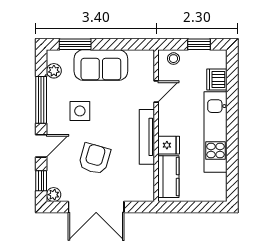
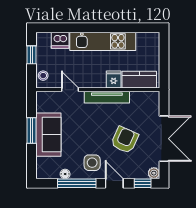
window: (75, 44) -> (32, 131), moved
plant: (54, 71) -> (53, 173), removed
floor lamp: (52, 86) -> (65, 174), added
side table: (80, 111) -> (92, 163), moved
armchair: (94, 159) -> (125, 140), turned 98

